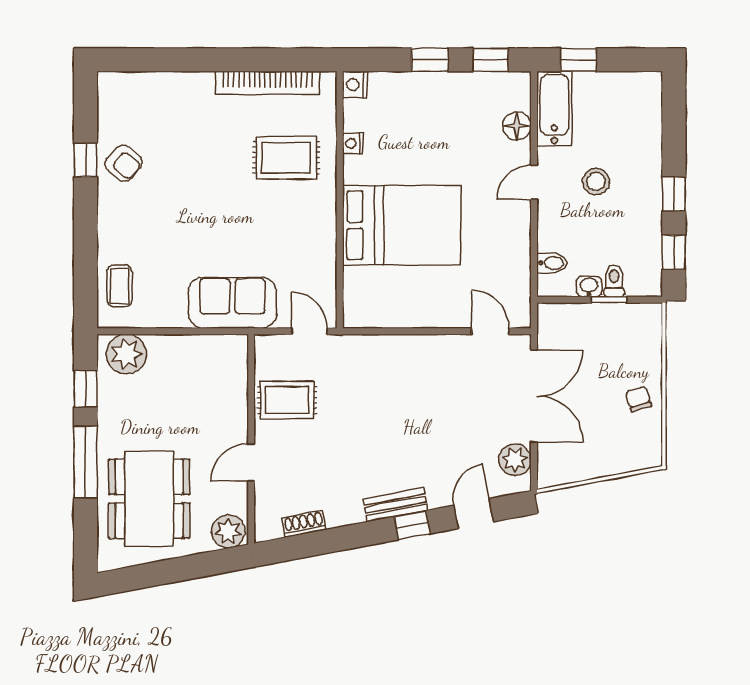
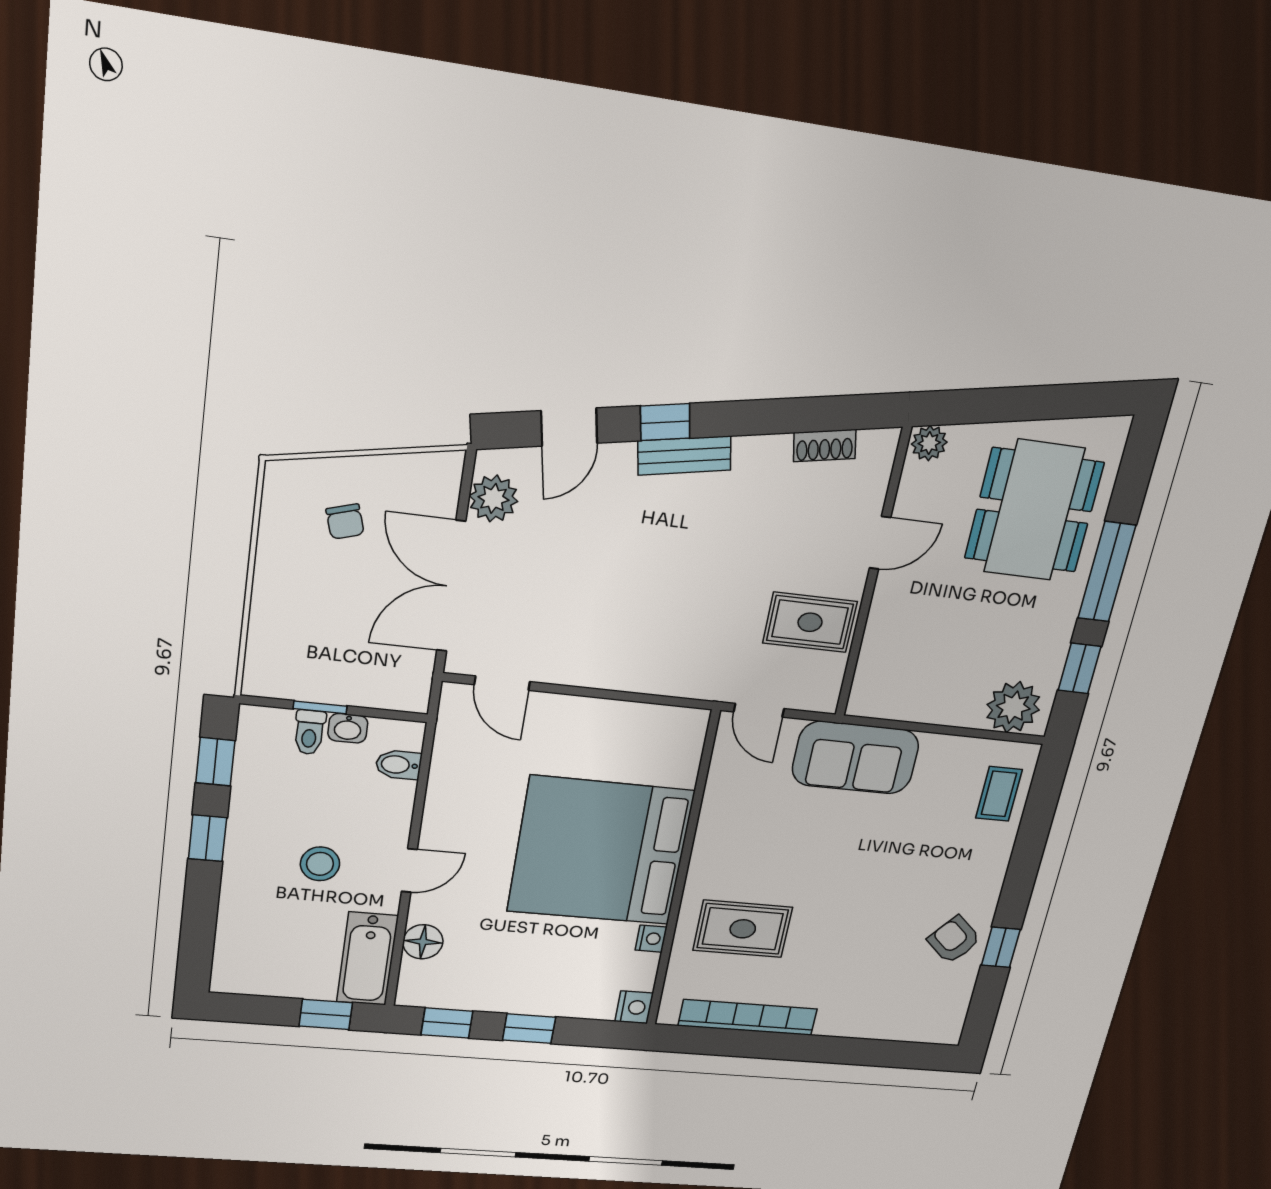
bed: (402, 225) -> (601, 851), width x1.36
chair: (638, 399) -> (345, 522), moved
plant: (228, 531) -> (929, 443), width x0.73, depth x0.73

